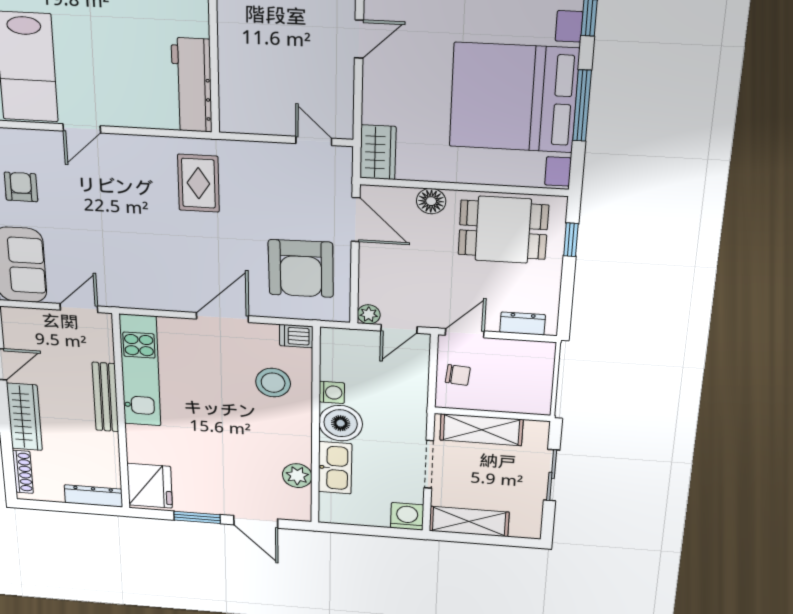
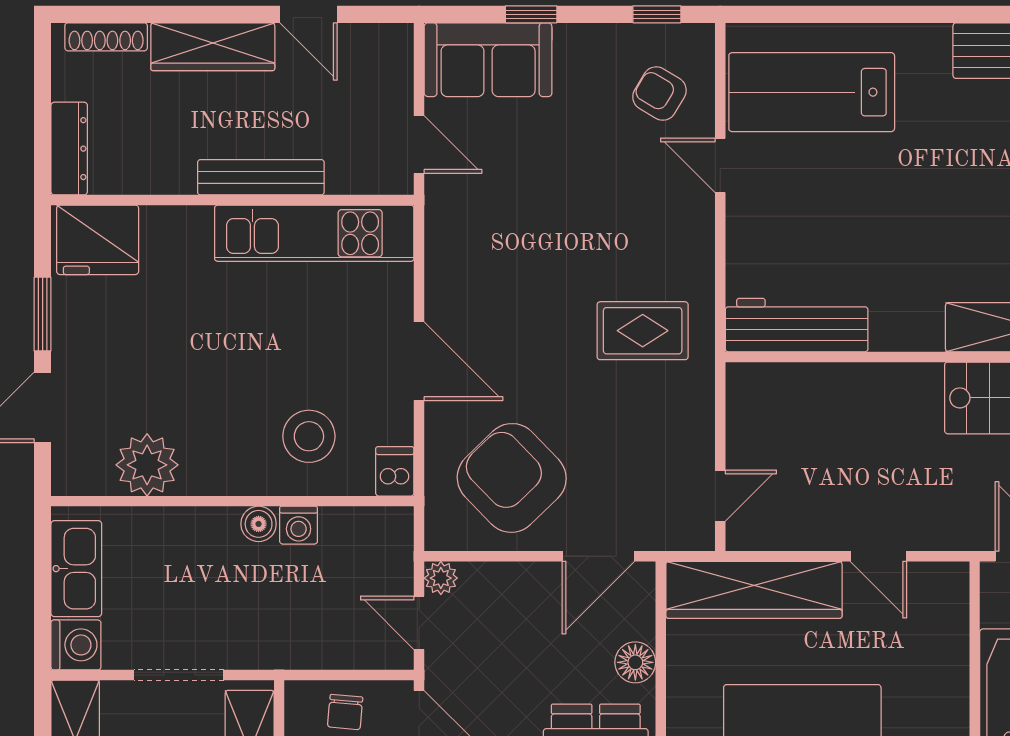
wardrobe: (378, 152) -> (754, 590), width x2.10, depth x1.17
armchair: (21, 187) -> (659, 94), moved, turned -149
armchair: (301, 269) -> (512, 478), turned 47
boiler: (341, 423) -> (259, 524), width x0.54, depth x0.54
kitchen sink: (335, 468) -> (76, 569), moved, turned -90
plant: (297, 476) -> (147, 465), width x1.36, depth x1.36

